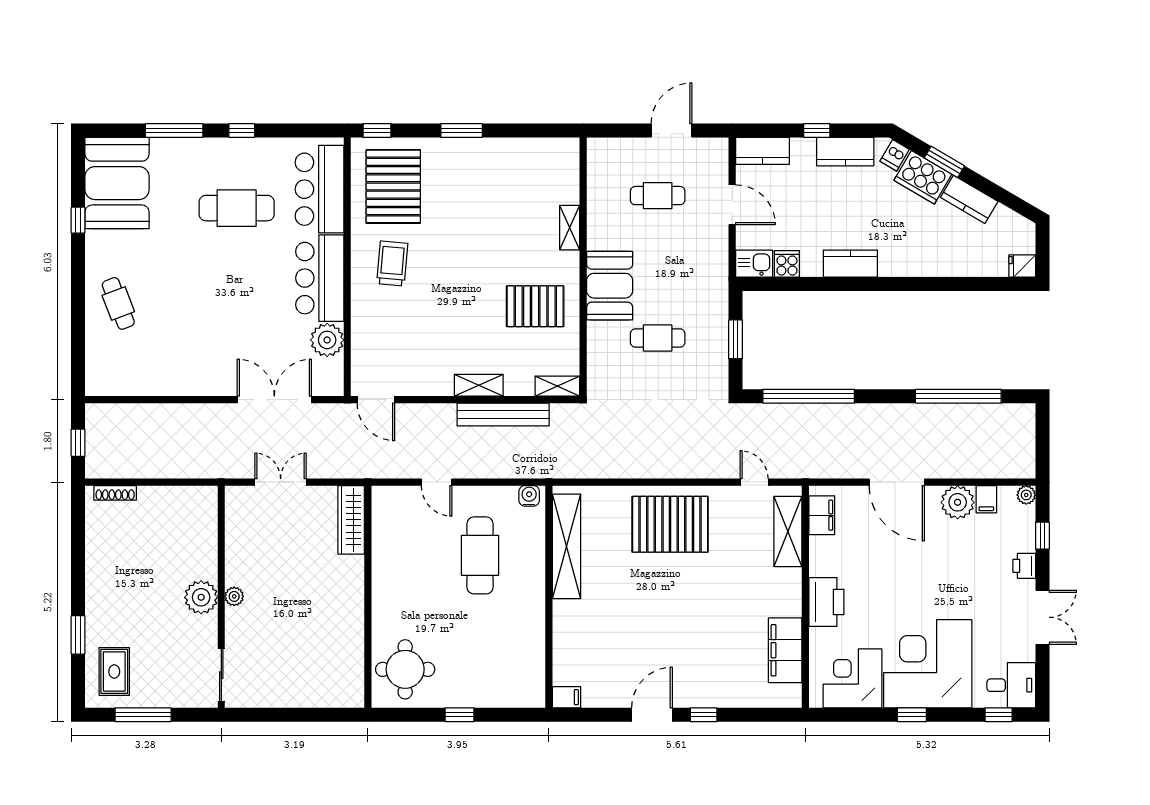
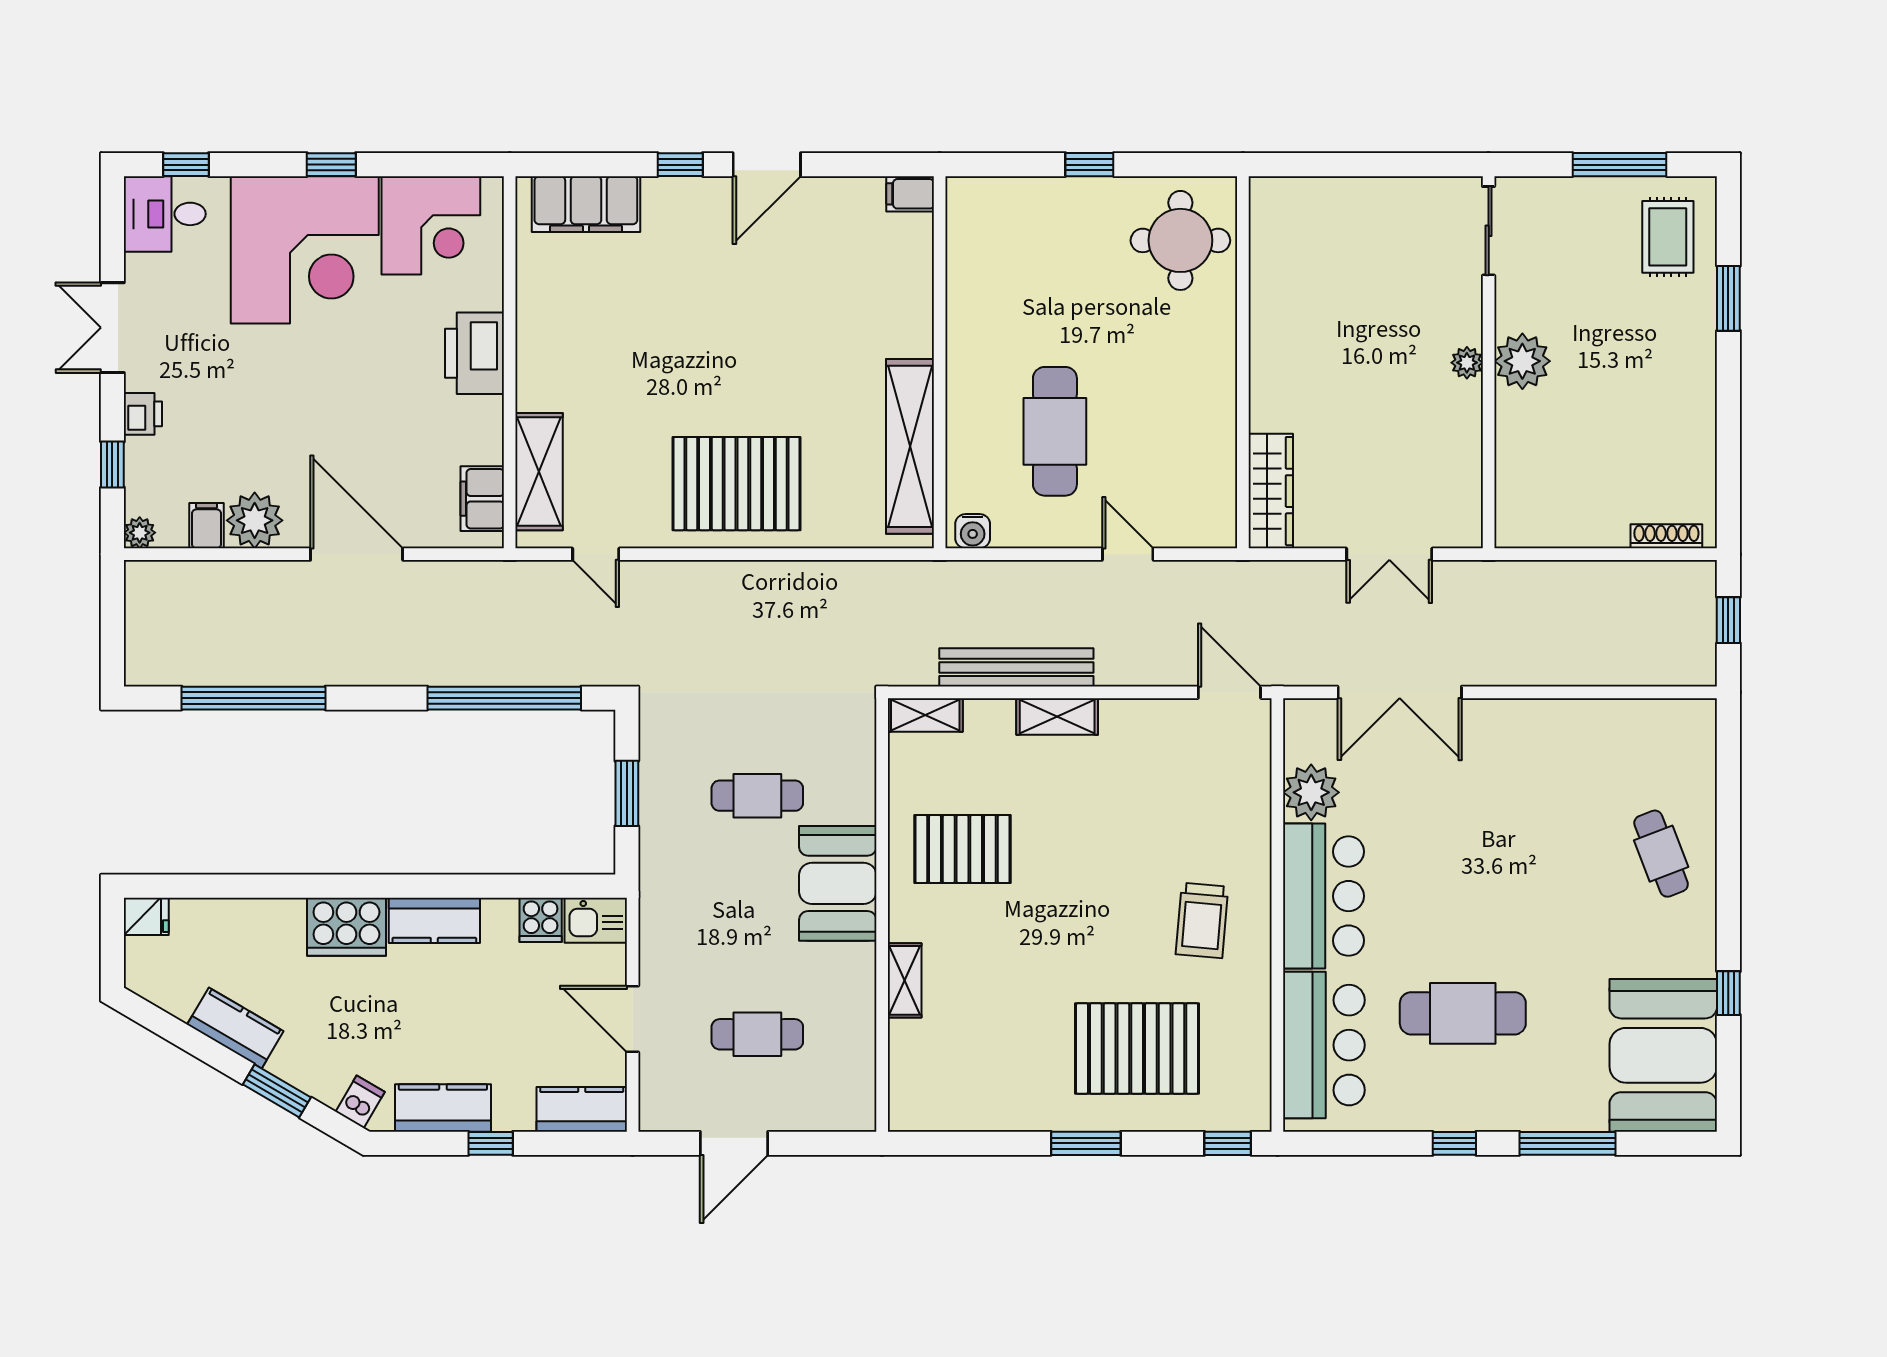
cooker: (923, 177) -> (346, 927), moved, turned 150
pallet: (393, 186) -> (1137, 1048), moved, turned 90
filing cabinet: (785, 650) -> (586, 204), moved, turned 90

